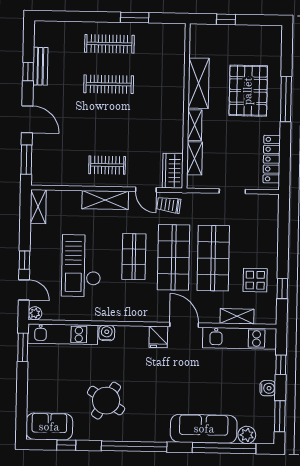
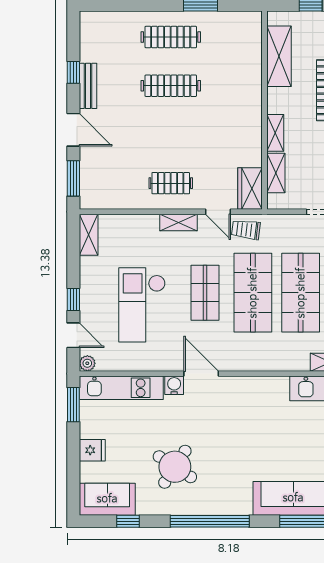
bench: (40, 66) -> (88, 86), moved
shelving: (199, 83) -> (279, 56), moved
shelving: (105, 200) -> (179, 222), width x0.67, depth x0.75
door: (184, 325) -> (201, 374), moved
fridge: (158, 337) -> (92, 450), moved, turned -90

